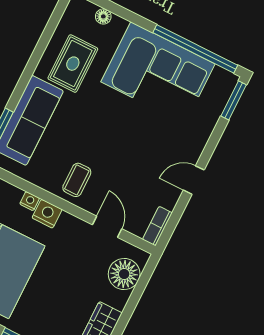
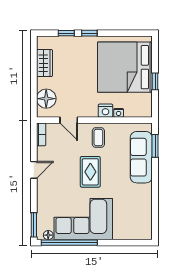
floor lamp: (103, 16) -> (48, 235), moved
rug: (73, 64) -> (90, 172), moved

